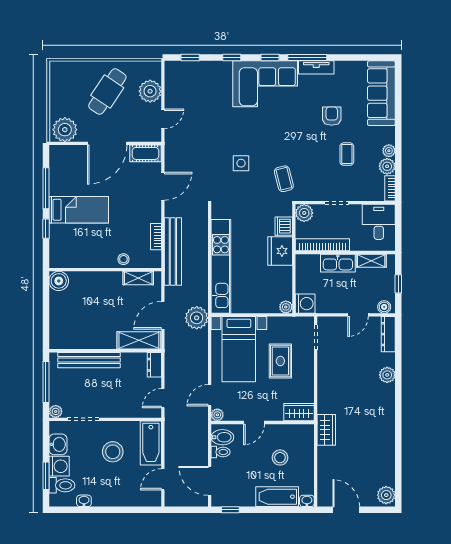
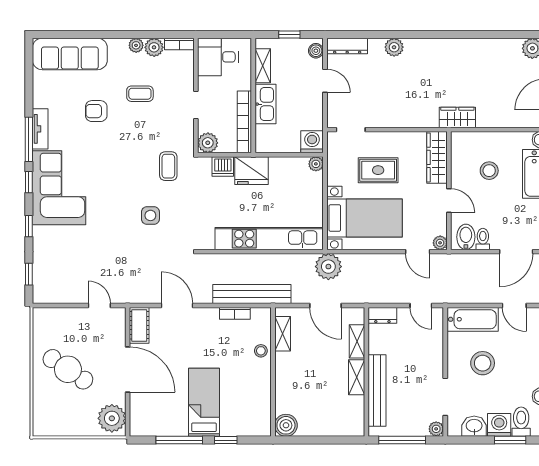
plant: (150, 91) -> (68, 320), removed
coffee table: (284, 179) -> (168, 166), turned -76
shelving: (139, 340) -> (357, 341), width x0.67, depth x0.75
shelving: (100, 342) -> (357, 377), added
wardrobe: (299, 412) -> (437, 157), width x1.50

